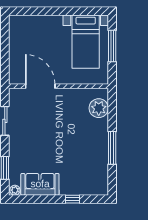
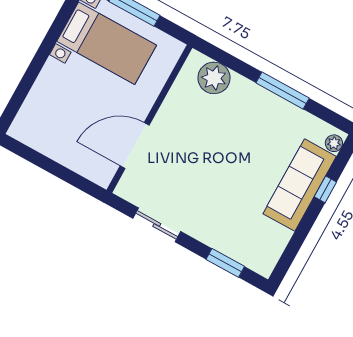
sofa: (40, 184) -> (300, 185), moved, width x1.36
plant: (15, 190) -> (334, 143), moved

